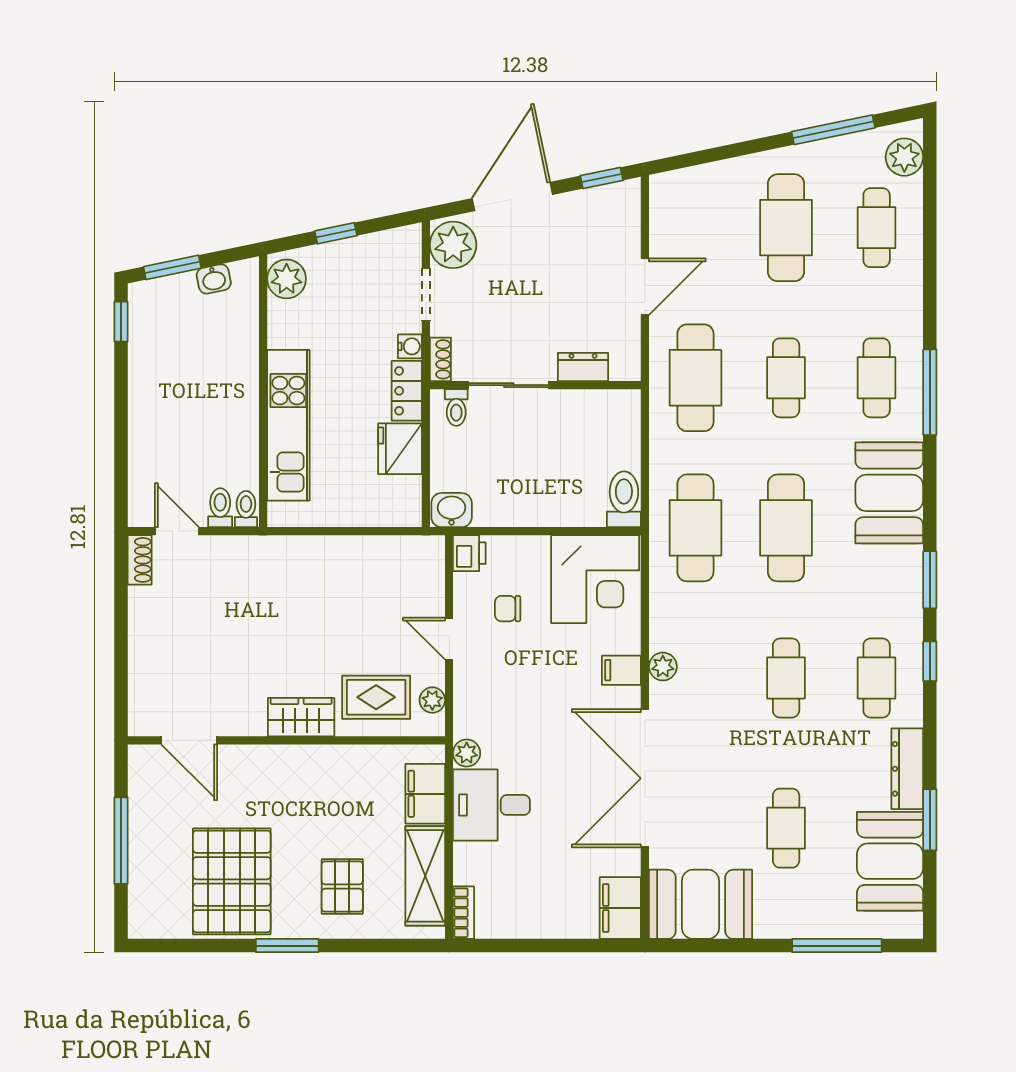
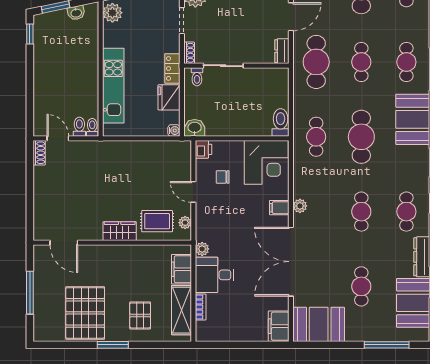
water cooler: (410, 346) -> (174, 131), moved
dresser: (583, 367) -> (282, 51), moved, turned -90
cafe table: (695, 528) -> (316, 137), width x0.73, depth x0.74
bookcase: (464, 913) -> (201, 307), moved

